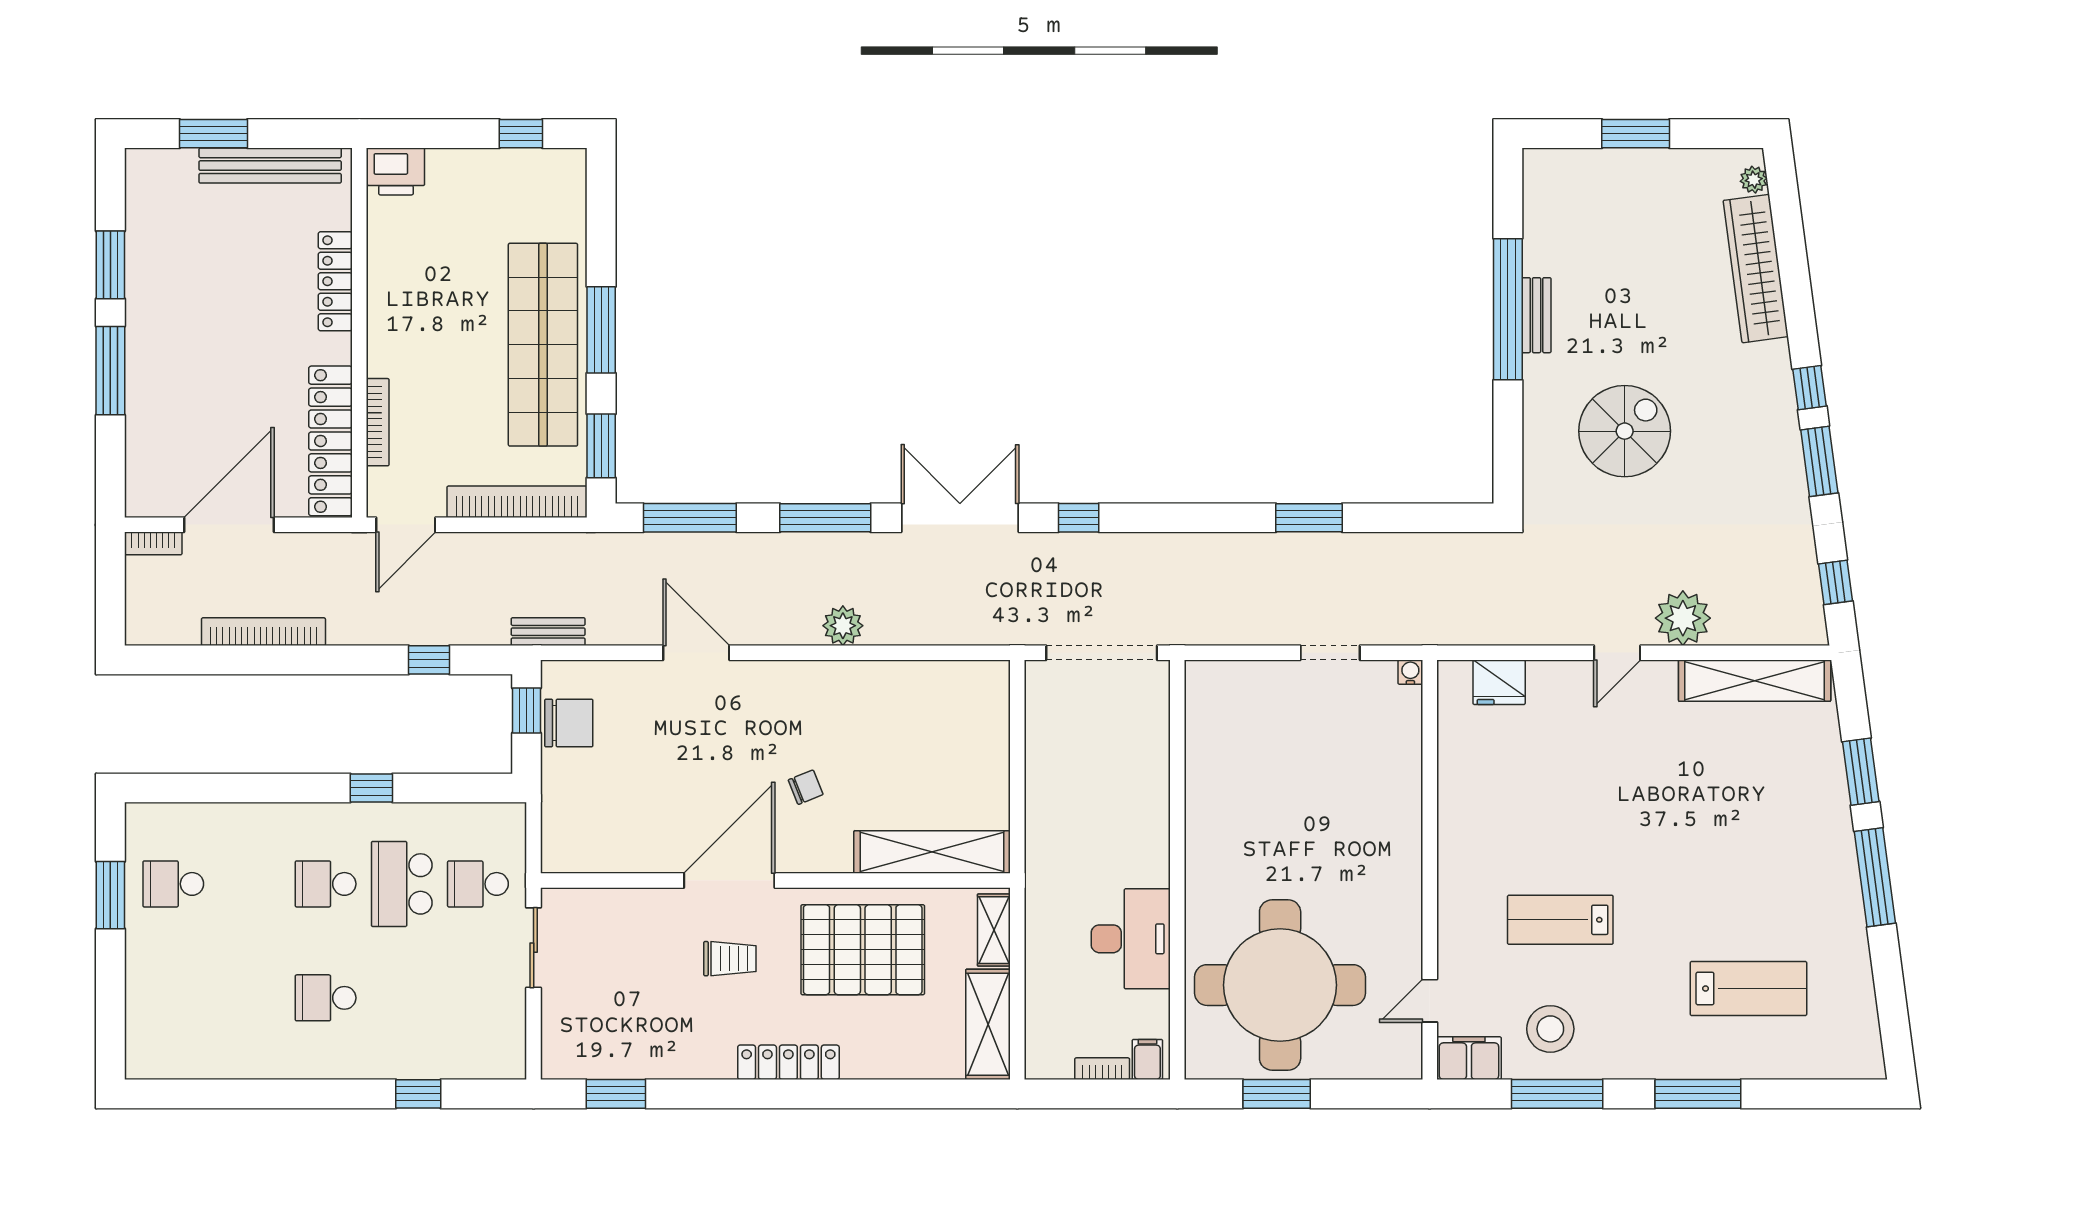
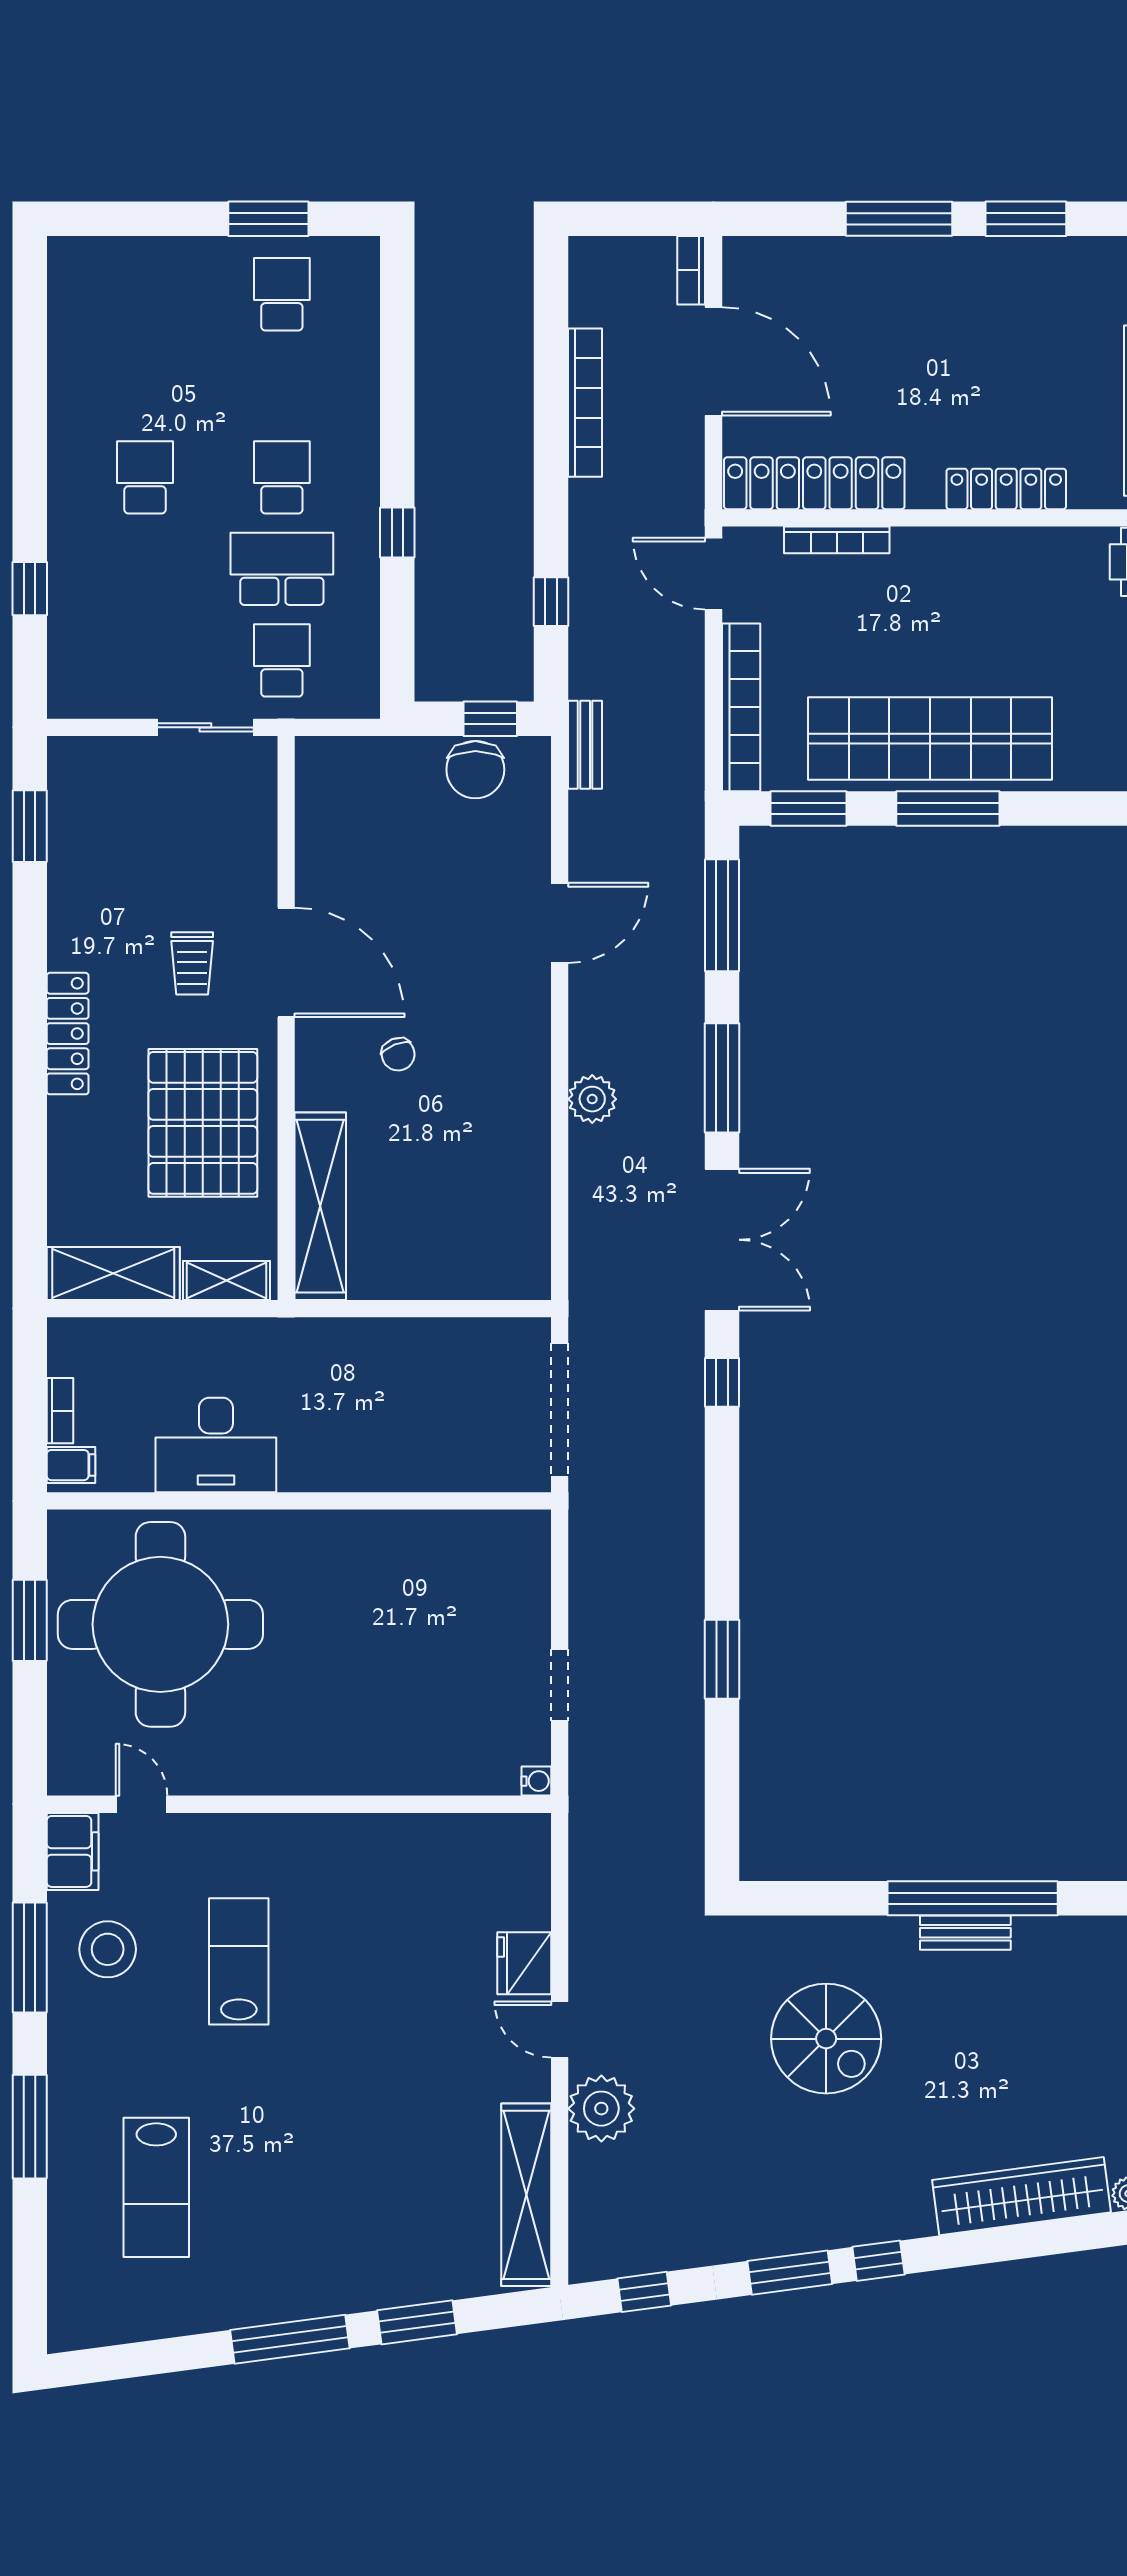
fridge: (1499, 682) -> (524, 1963), moved

